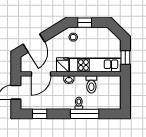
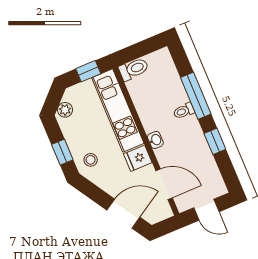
plant: (108, 34) -> (65, 110), added
toilet: (91, 84) -> (134, 69), moved
window: (40, 114) -> (215, 141), moved

